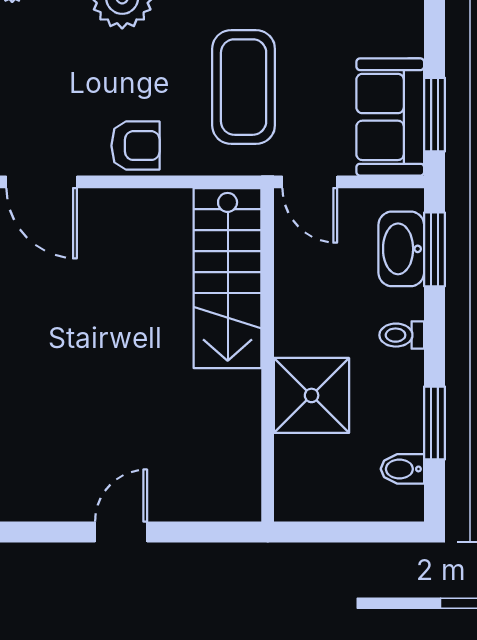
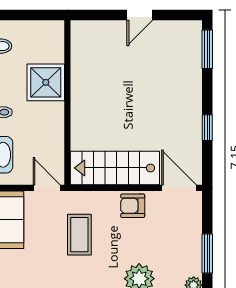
coffee table: (244, 87) -> (79, 235), width x0.73, depth x0.76
stairs: (228, 278) -> (115, 168), moved, turned -90

